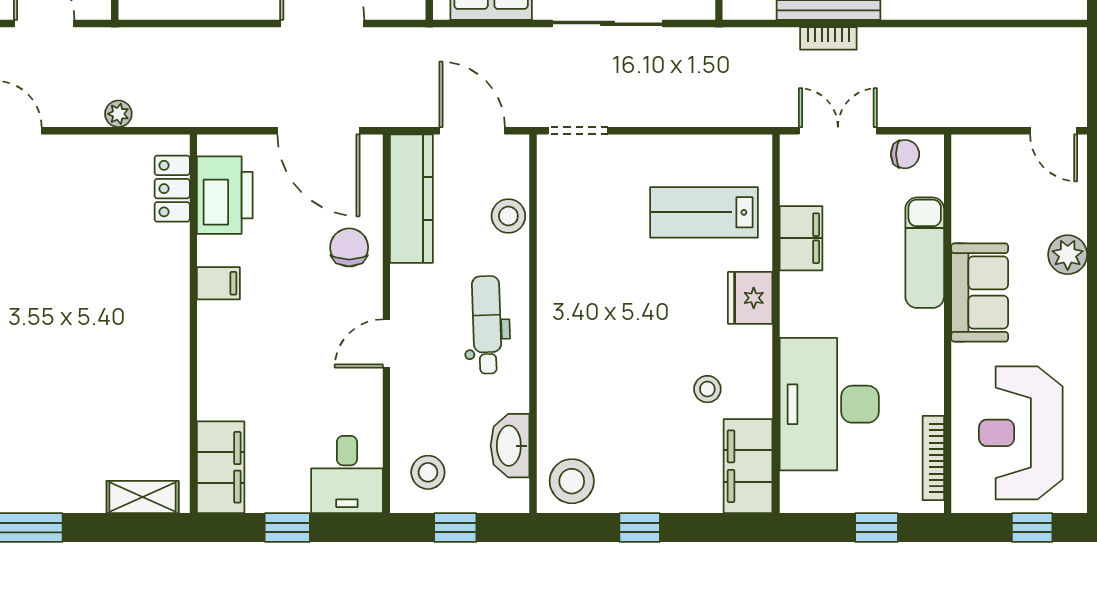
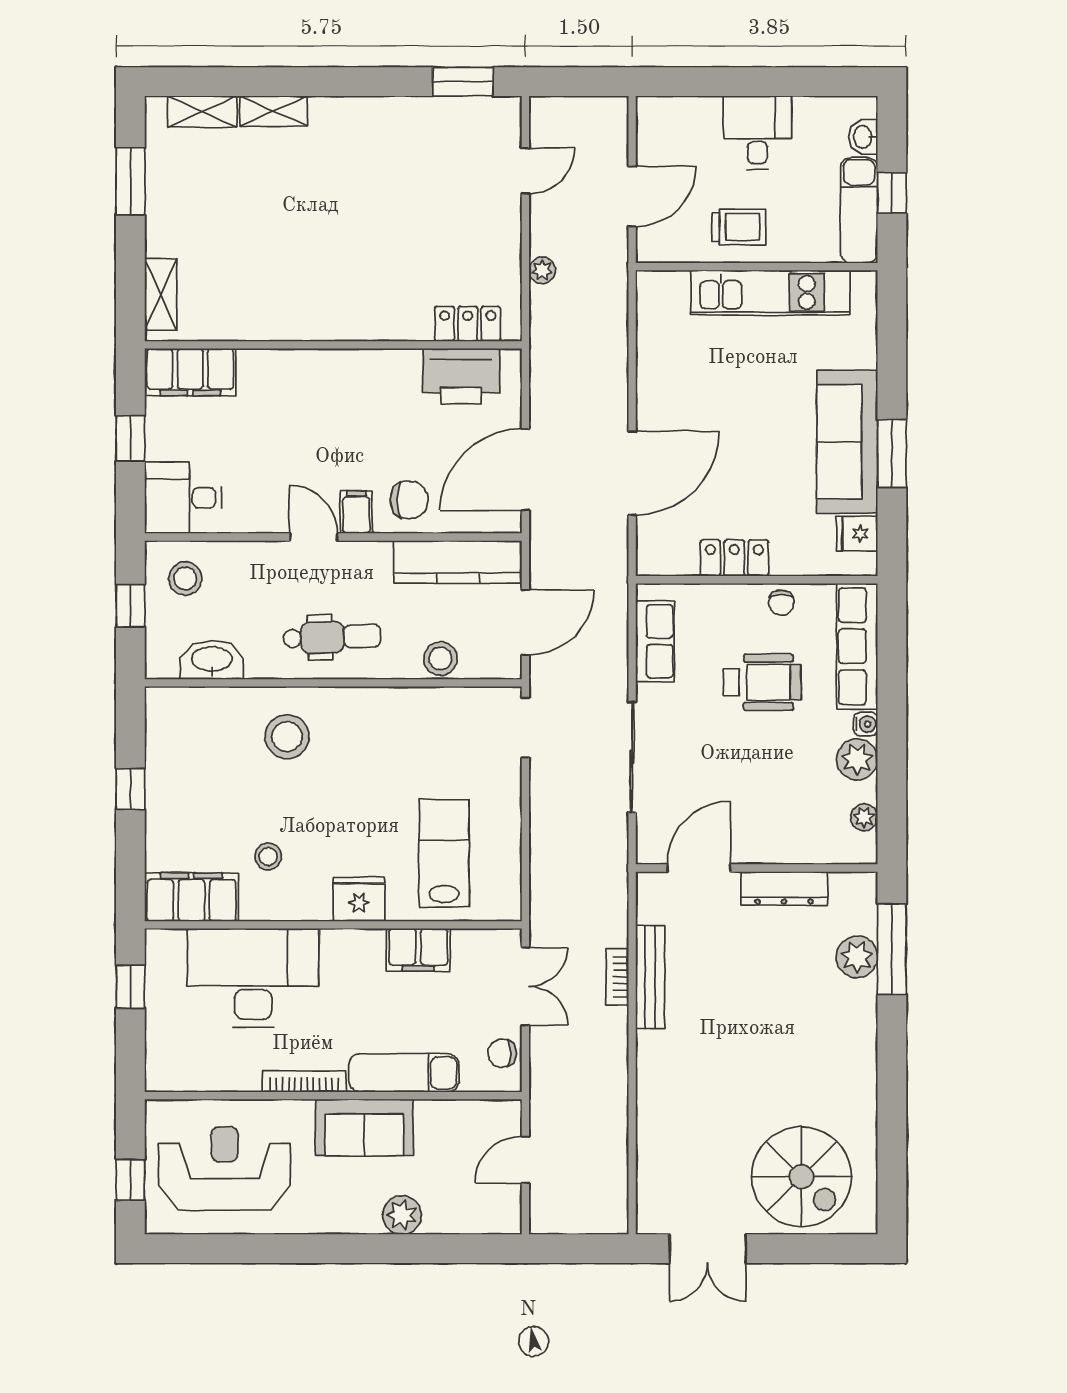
door: (1054, 131) -> (525, 1160), moved
chair: (905, 154) -> (502, 1053), turned 90
filing cabinet: (218, 283) -> (356, 512), moved, turned 180
bookcase: (933, 458) -> (304, 1081), moved
stool: (572, 481) -> (287, 737), moved
window: (877, 528) -> (130, 987), moved

